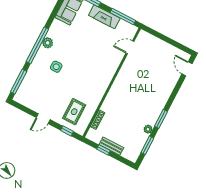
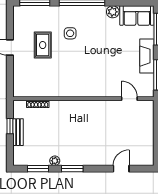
plant: (48, 43) -> (113, 12), moved
door: (187, 69) -> (121, 169), moved
rug: (74, 112) -> (43, 45), moved, turned 90
window: (67, 131) -> (10, 79), removed

